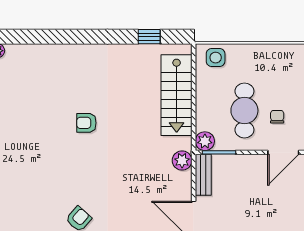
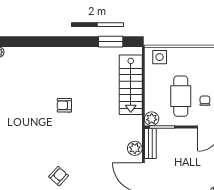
window: (149, 37) -> (111, 42), width x1.50
plant: (182, 160) -> (135, 148), moved

